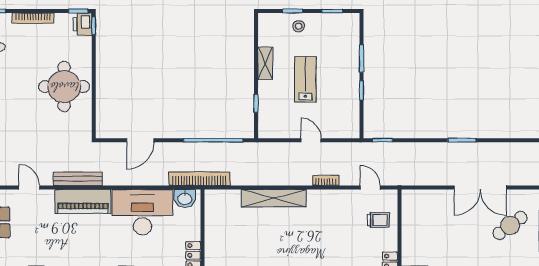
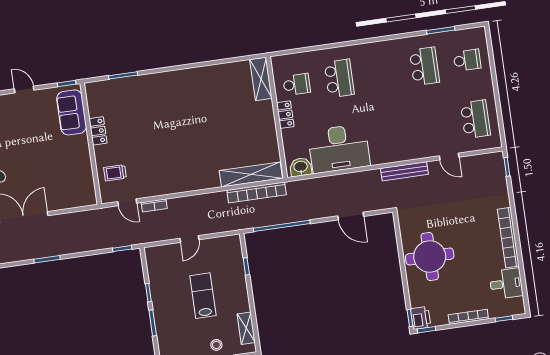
shelving: (265, 63) -> (246, 328), moved
lab bench: (305, 79) -> (203, 296), turned 180
door: (140, 140) -> (351, 216), swing flipped
door: (311, 140) -> (189, 239), hinge flipped
bookcase: (200, 179) -> (257, 192), moved
bookcase: (326, 180) -> (154, 205), moved
shelving: (274, 198) -> (251, 174), moved
piano: (83, 201) -> (396, 151), removed

